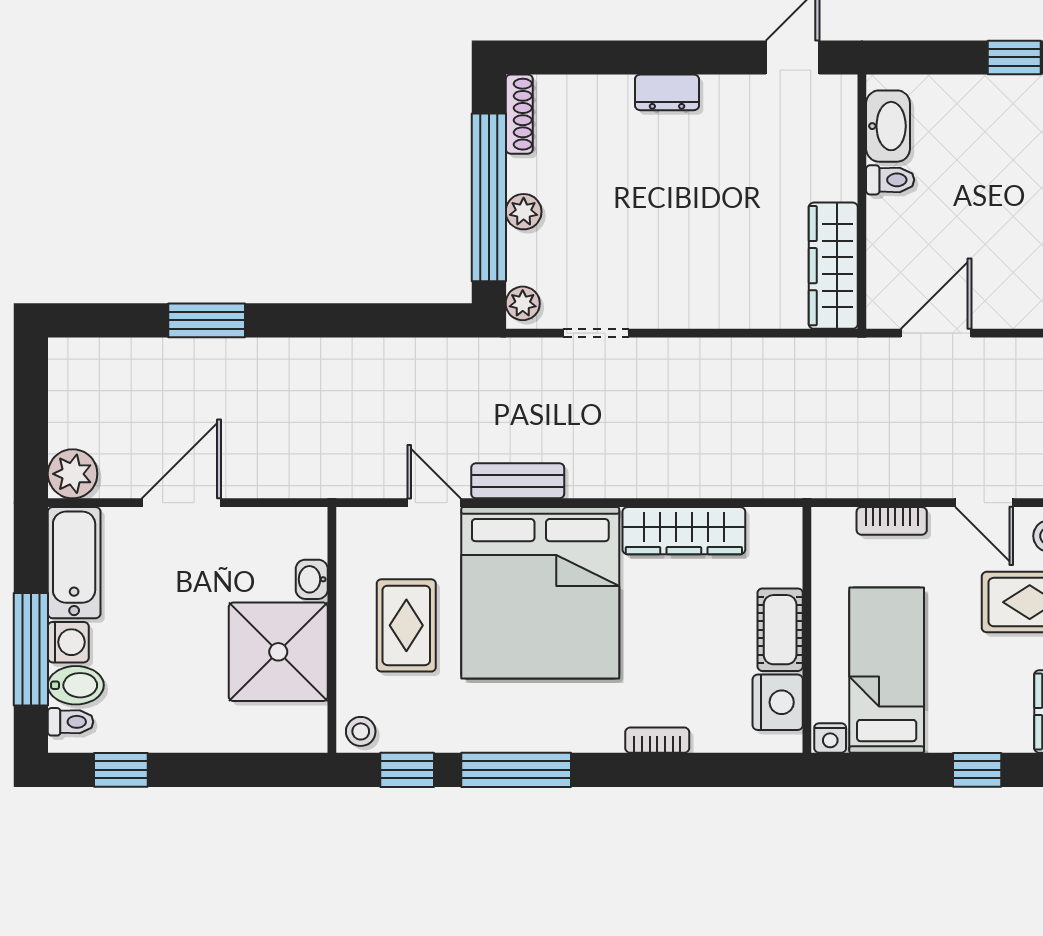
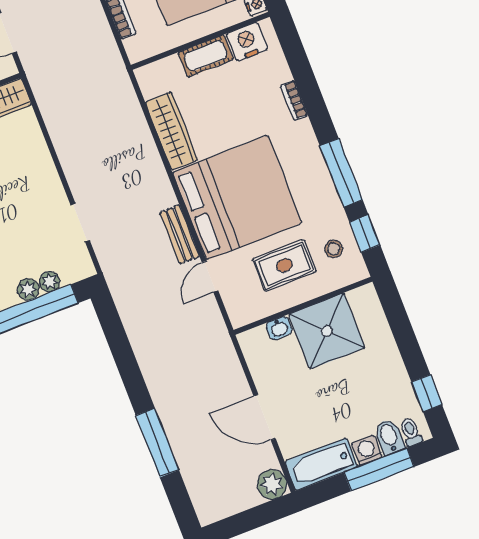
plant: (523, 303) -> (50, 282), moved
window: (207, 320) -> (157, 443), width x1.44
stool: (361, 731) -> (334, 249), moved

